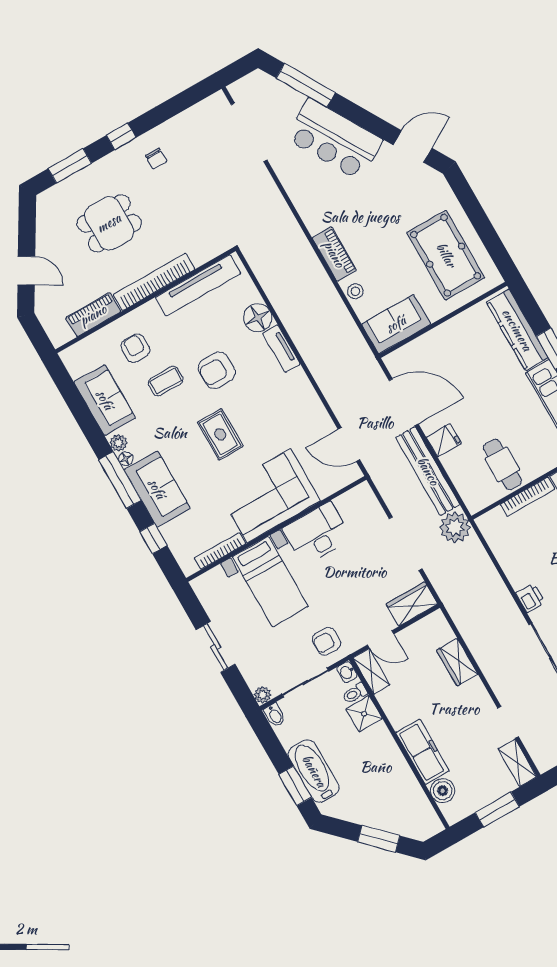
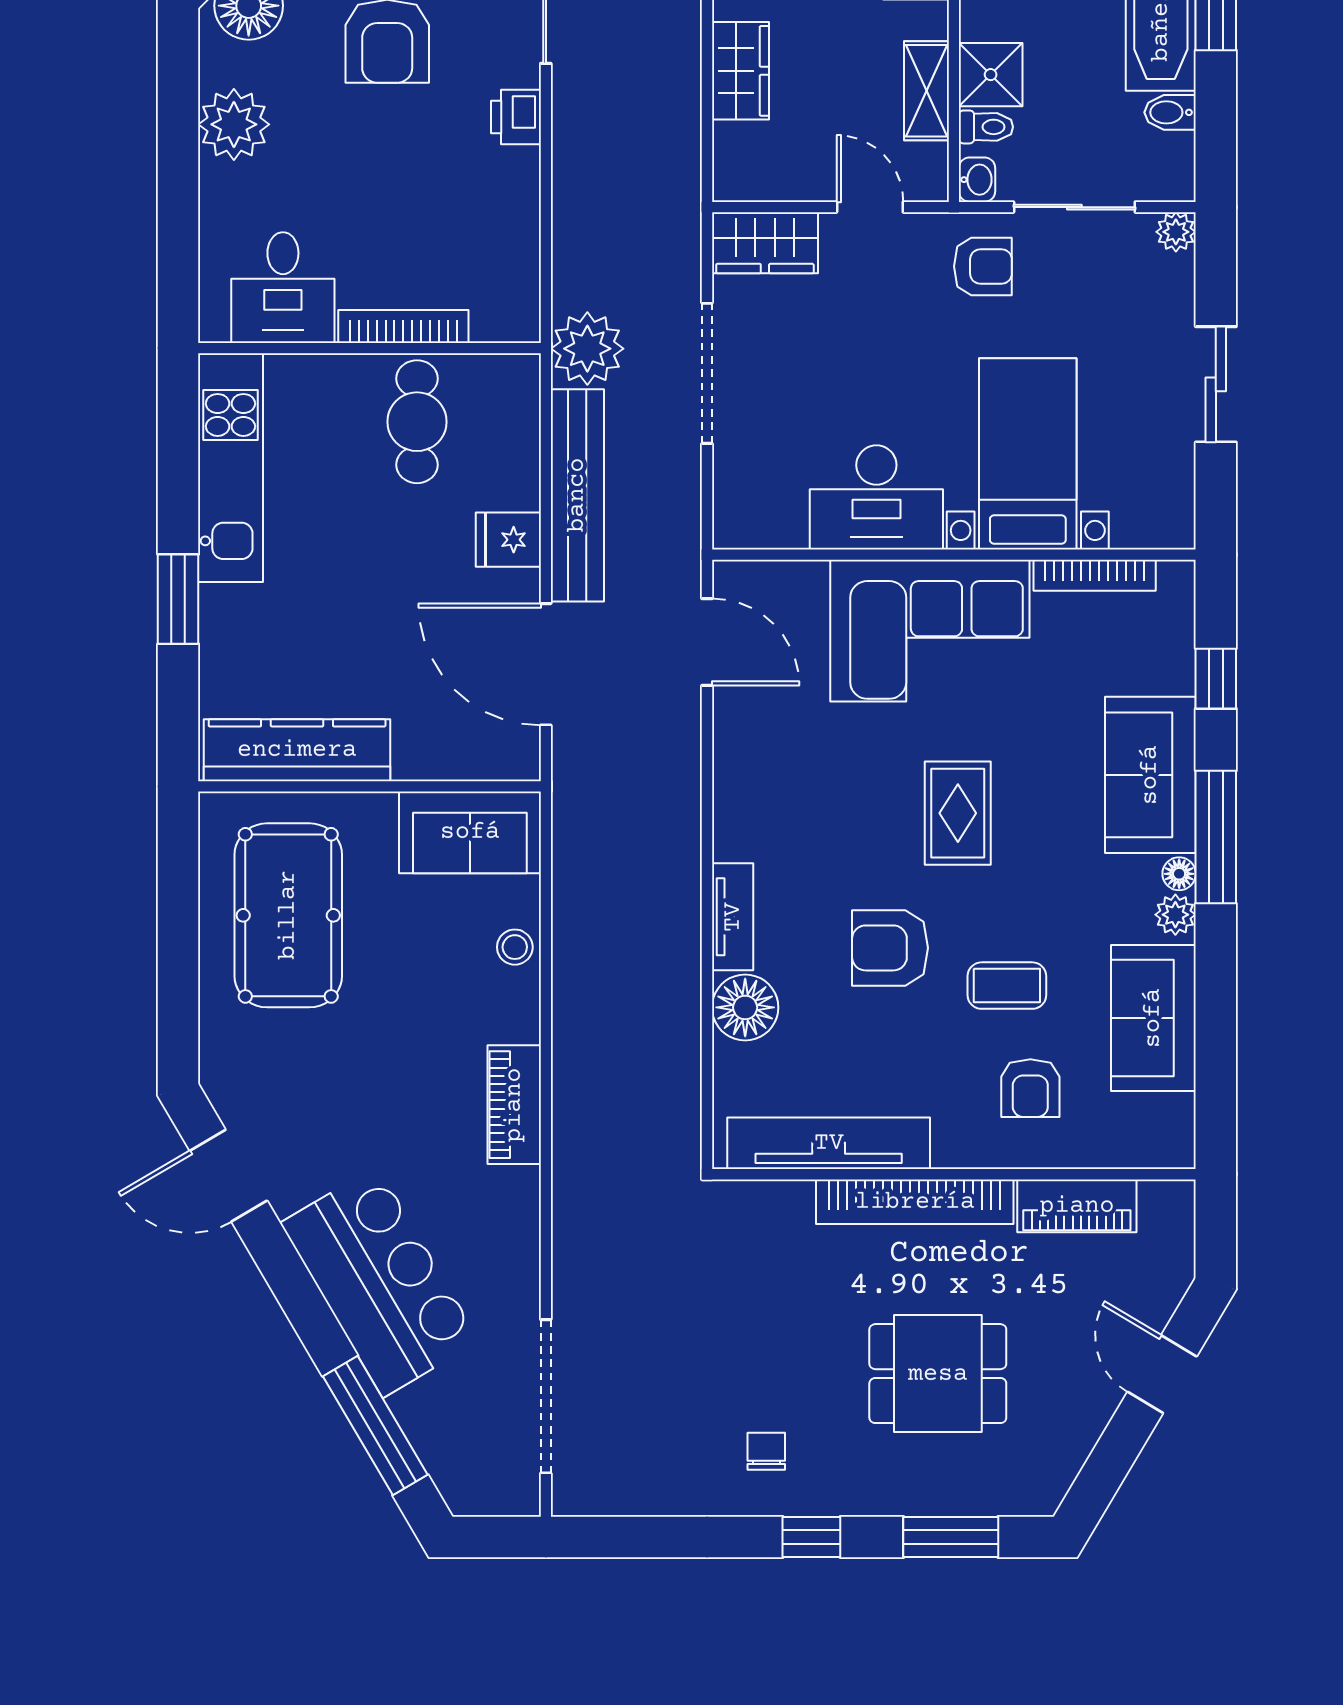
piano: (334, 254) -> (514, 1105), moved
kitchen counter: (517, 330) -> (297, 750), moved, turned -90
armchair: (217, 370) -> (890, 948), turned 180
shelving: (371, 671) -> (926, 91), moved
bidet: (275, 715) -> (1170, 112), moved, turned -90

